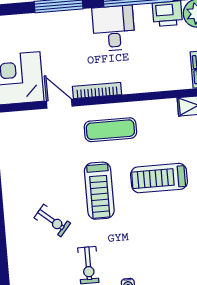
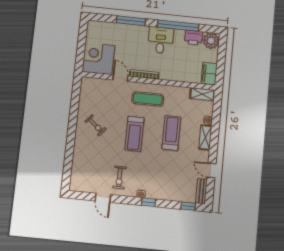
treadmill: (159, 178) -> (171, 133), turned 90
exercise bike: (52, 220) -> (95, 125), moved

